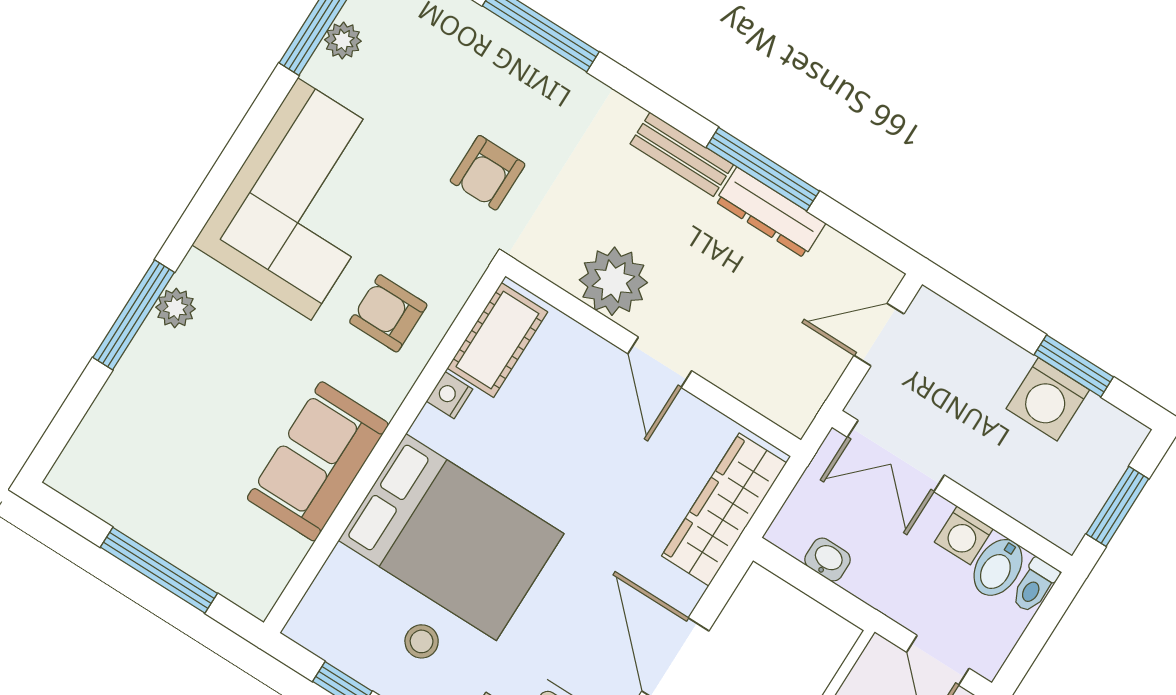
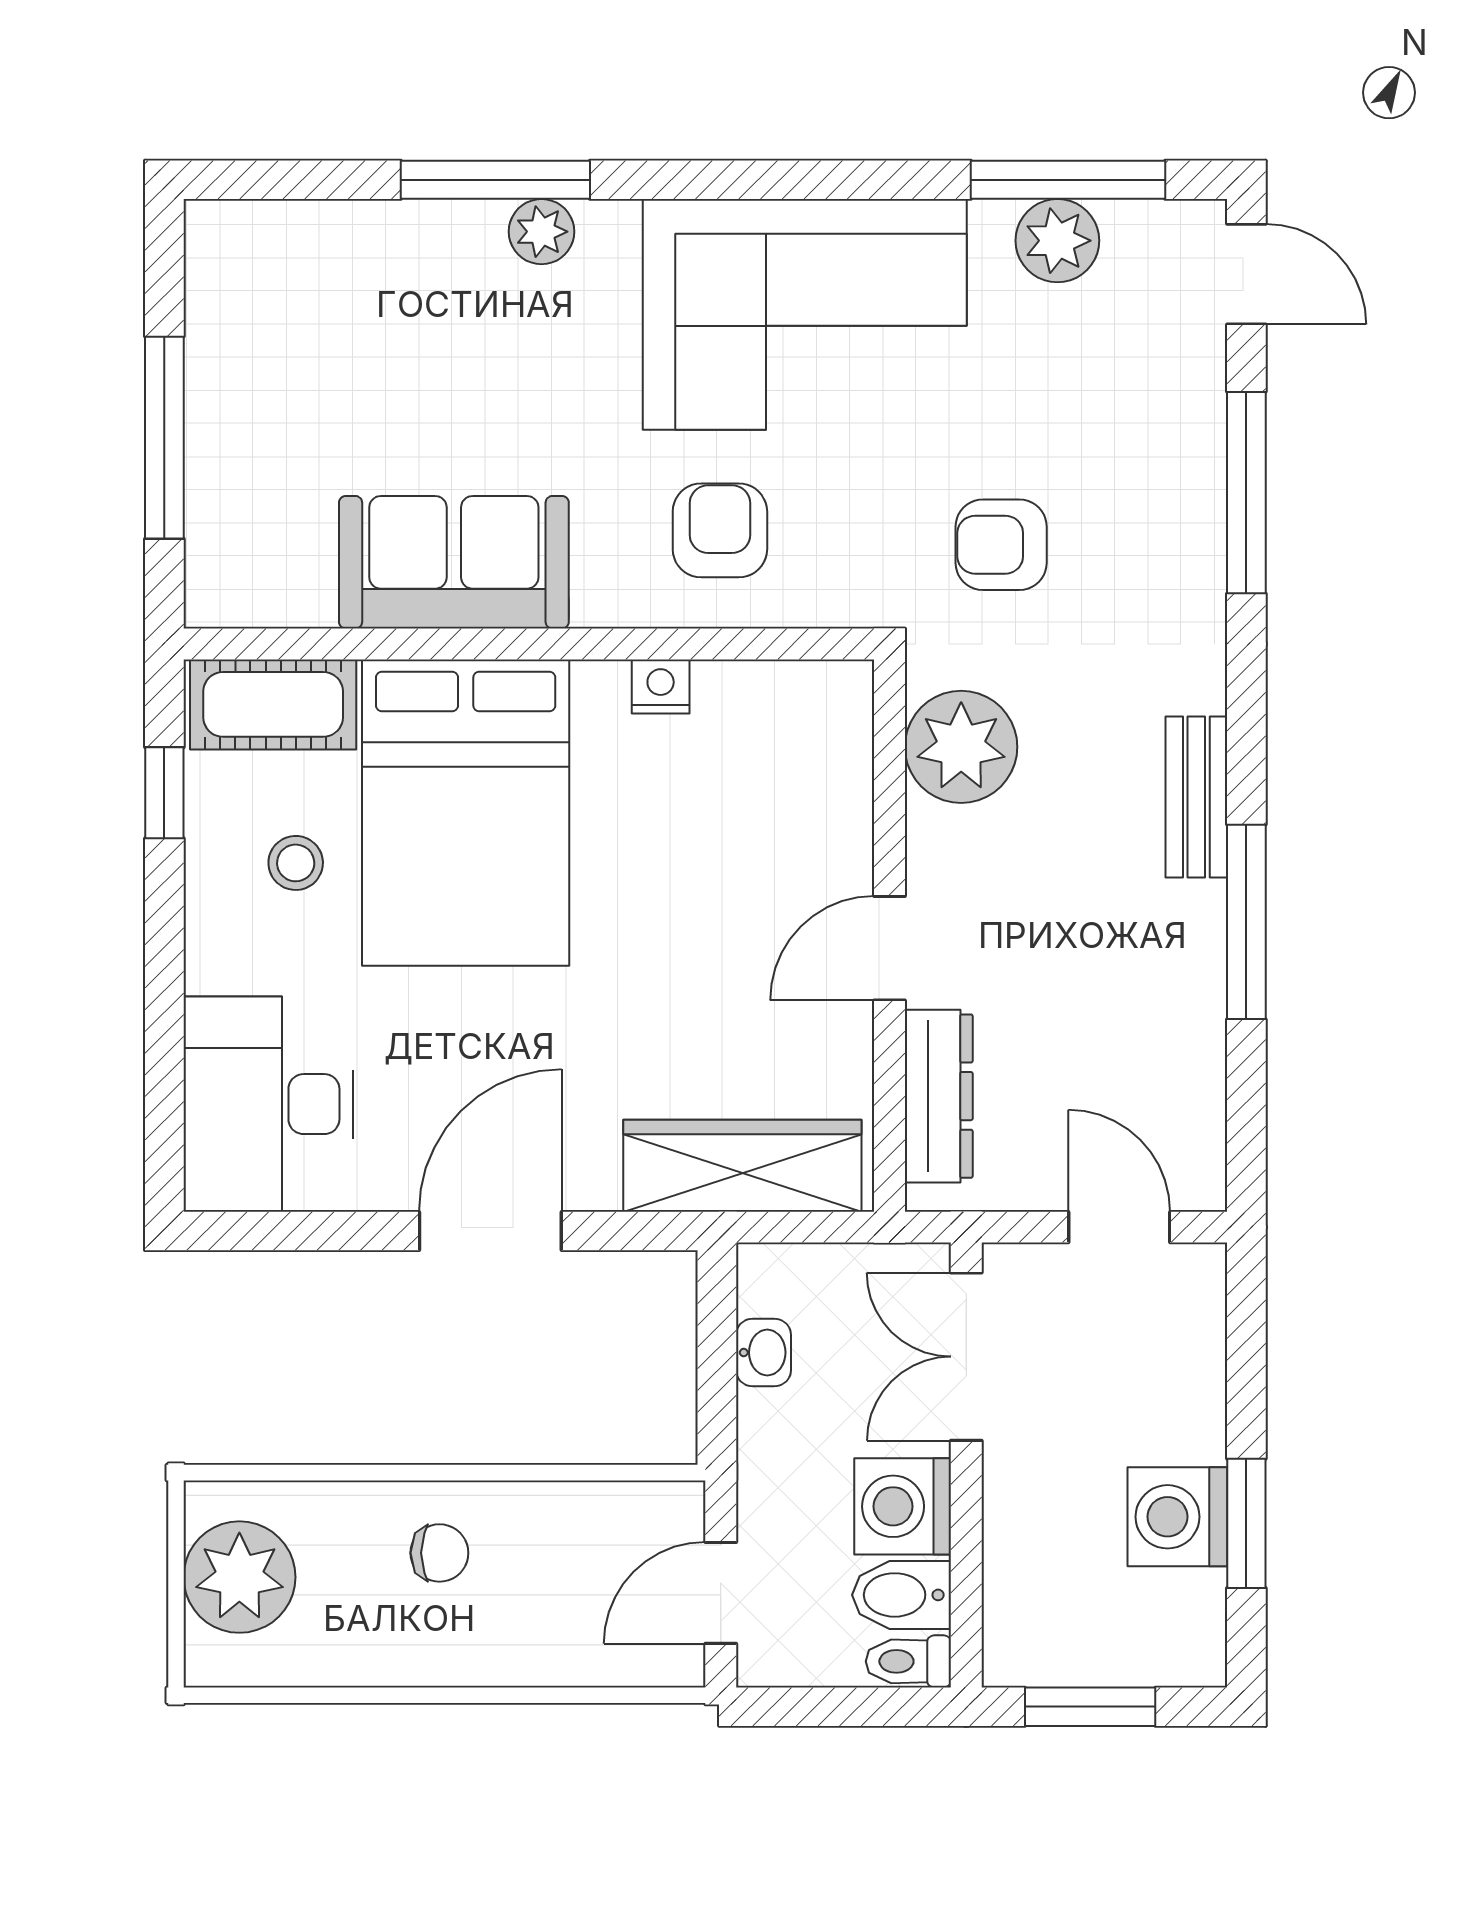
plant: (343, 40) -> (1057, 241), width x1.38, depth x1.38
dresser: (770, 212) -> (939, 1096), moved, turned 180
plant: (613, 281) -> (961, 747), moved
cot: (497, 340) -> (273, 704), moved
washing machine: (964, 535) -> (903, 1506), width x1.38, depth x1.38

